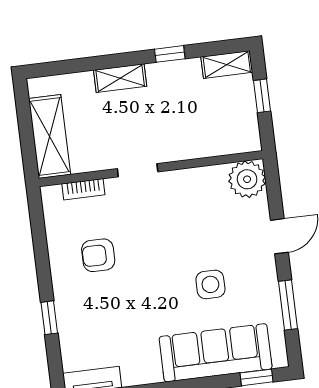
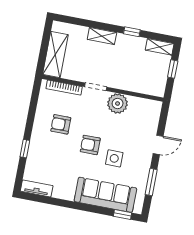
plant: (247, 179) -> (118, 104), moved
bookcase: (83, 189) -> (64, 88), width x1.56
armchair: (161, 274) -> (90, 145), added

